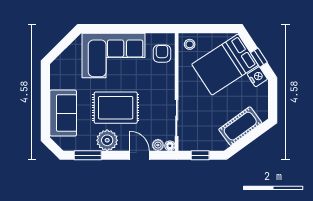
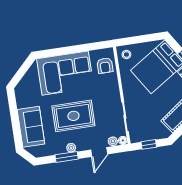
armchair: (162, 54) -> (105, 66), turned 180
plant: (107, 140) -> (71, 148), width x0.53, depth x0.53
window: (88, 155) -> (67, 157), moved
door: (140, 155) -> (99, 152), swing flipped

